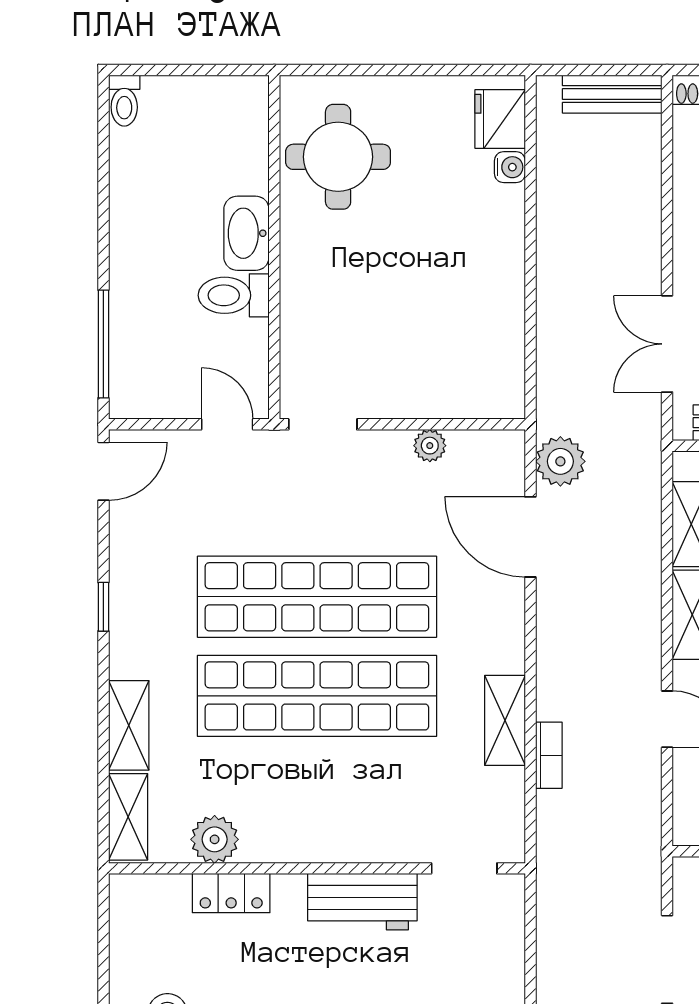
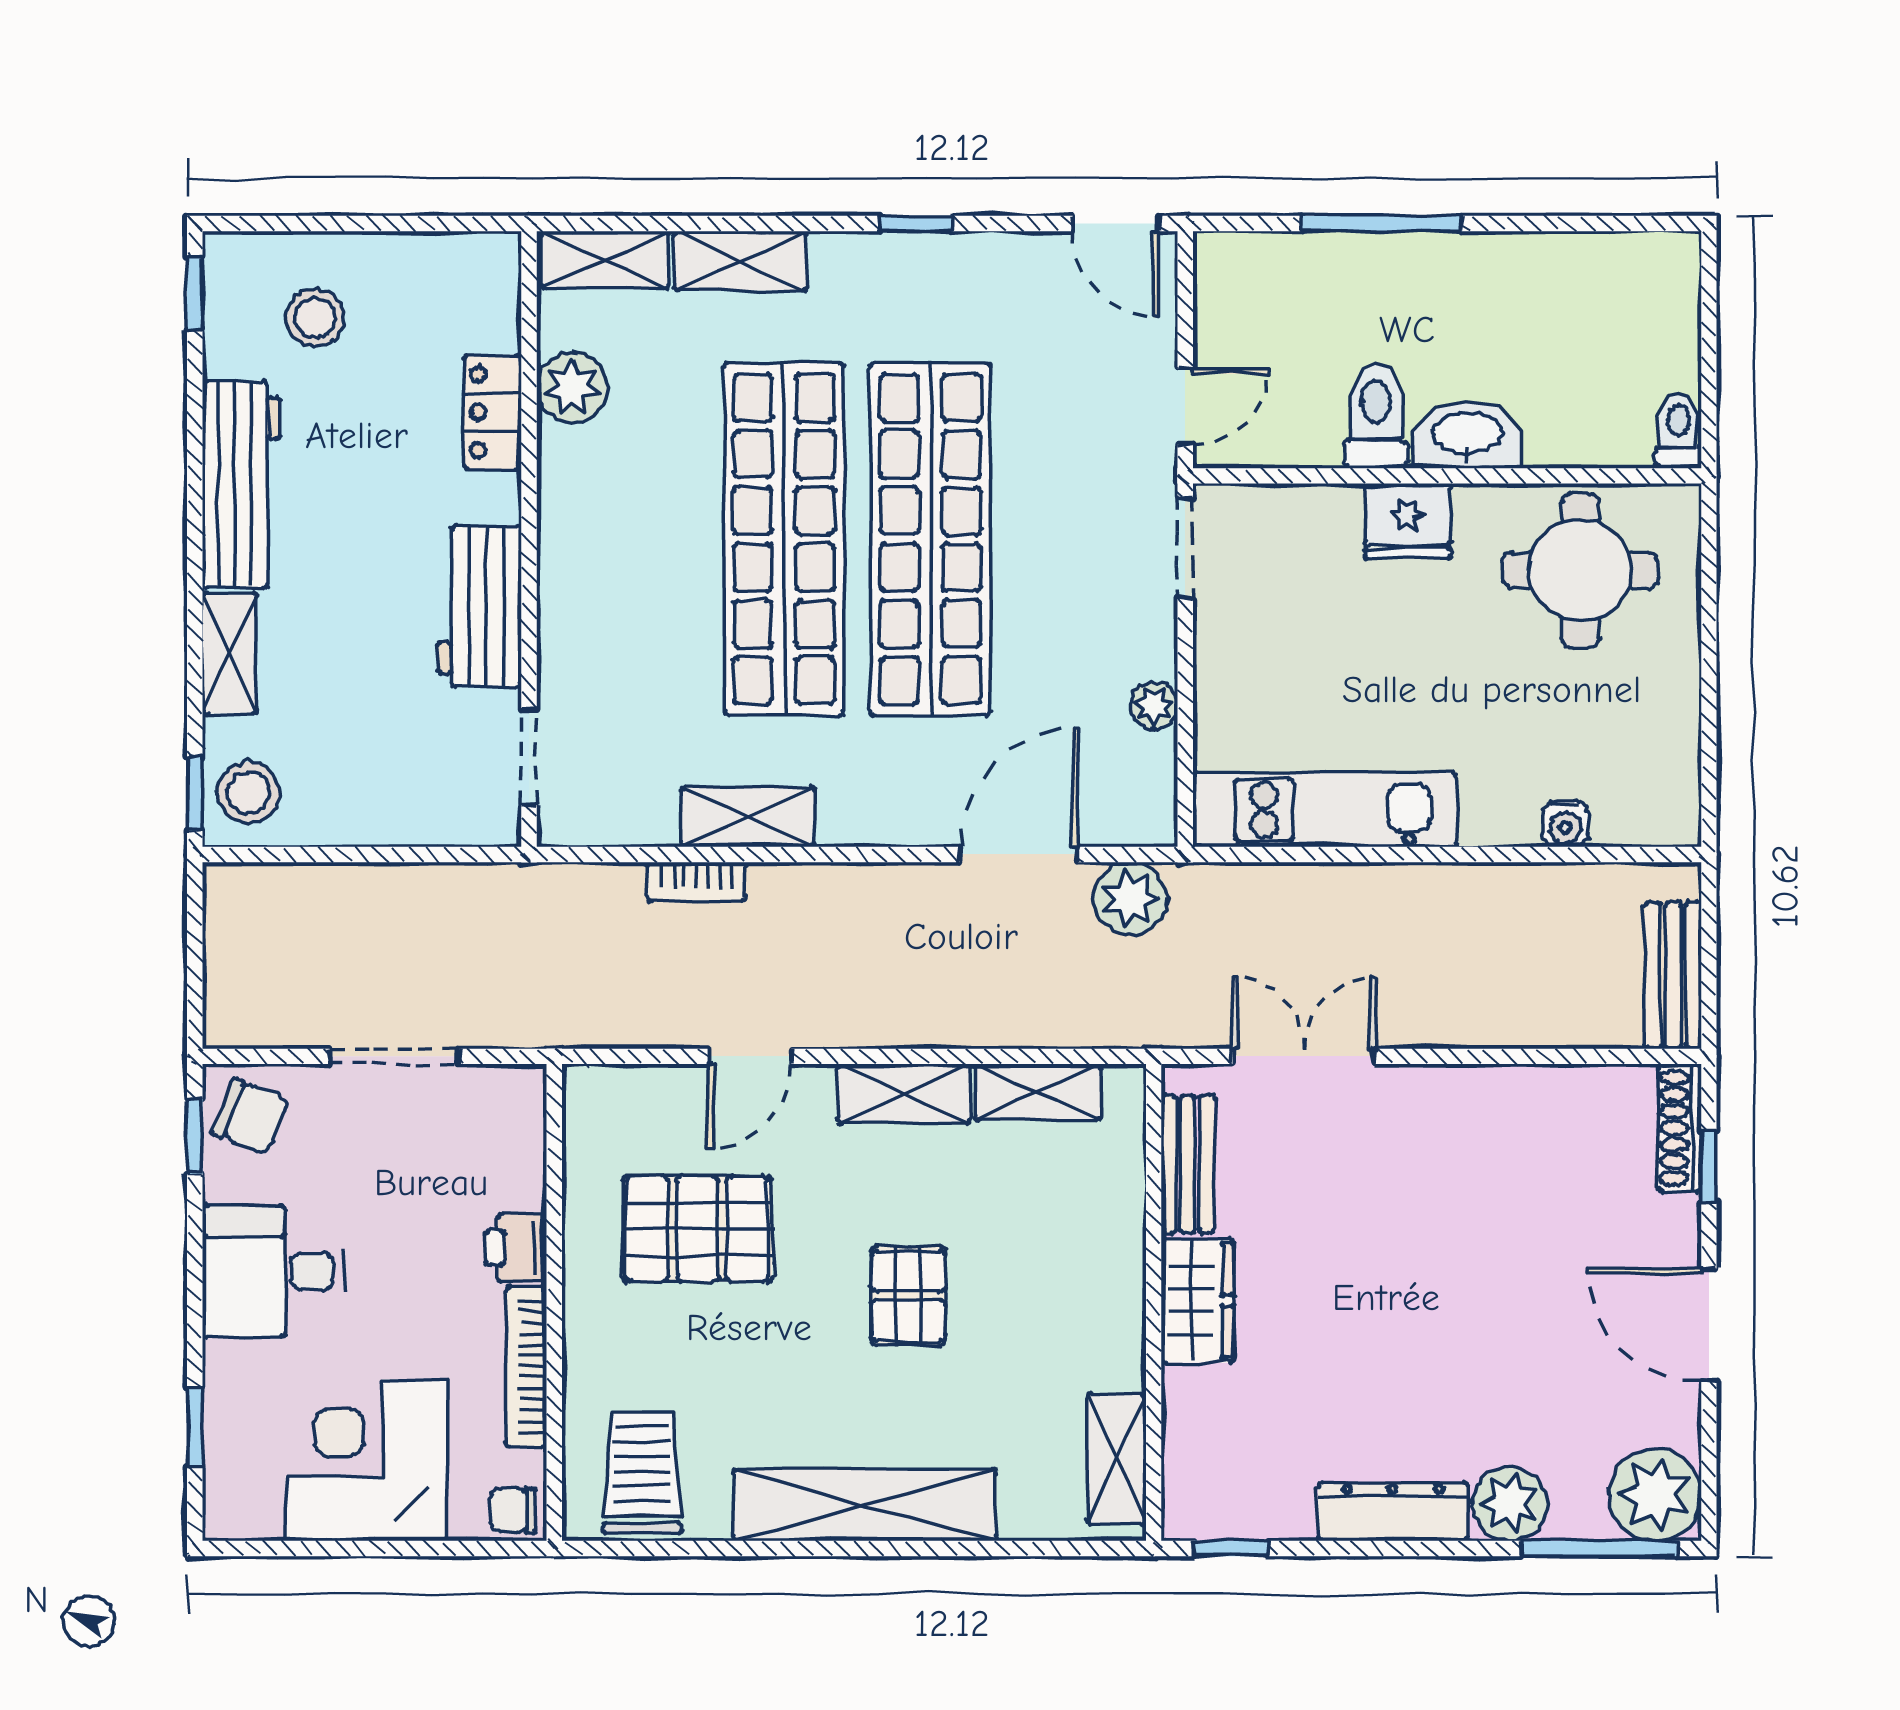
toilet: (124, 101) -> (1678, 431), moved, turned 90
fridge: (500, 119) -> (1408, 521), moved, turned 180
kitchen unit: (500, 330) -> (1325, 810), added
window: (103, 344) -> (1382, 224), moved

